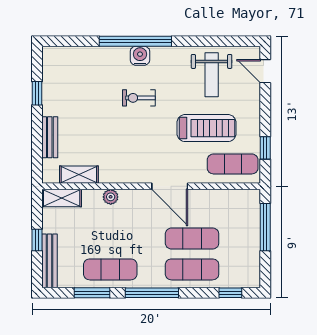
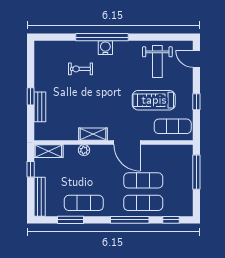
window: (37, 93) -> (31, 96), moved
exercise bike: (139, 98) -> (80, 69), moved
treadmill: (207, 128) -> (154, 100), turned 180
window: (265, 148) -> (196, 102), moved
shelving: (79, 175) -> (93, 134), moved
window: (37, 240) -> (31, 169), moved
window: (152, 293) -> (130, 220), moved

